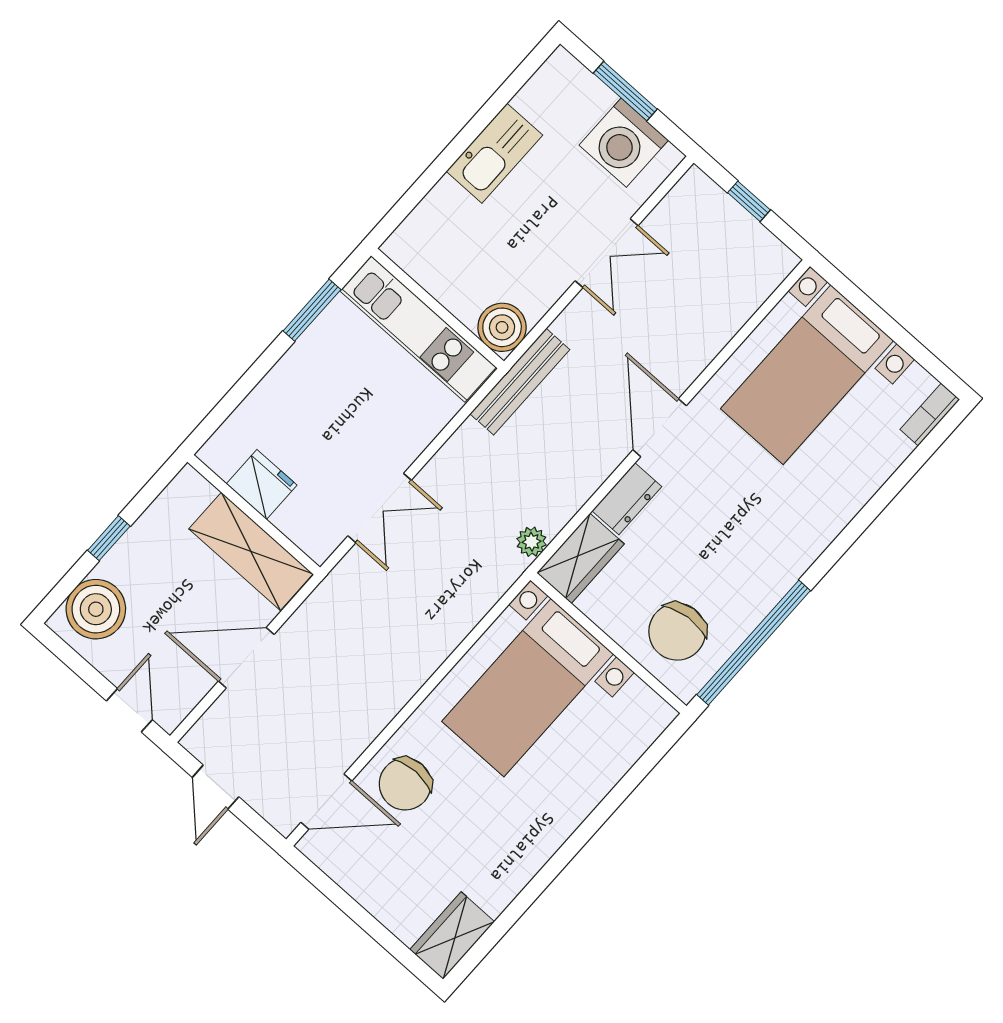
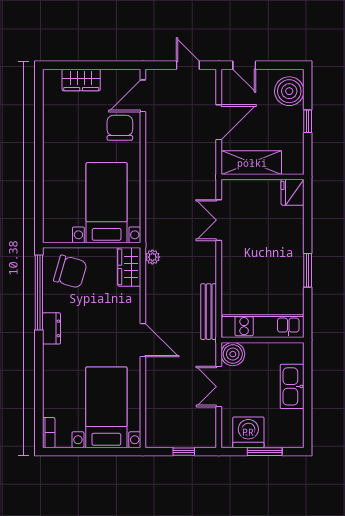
wall: (438, 308) -> (262, 340), moved
boiler: (502, 327) -> (233, 354), moved
kitchen unit: (418, 329) -> (263, 326), moved
fridge: (262, 484) -> (292, 192), moved, turned 90
dresser: (627, 499) -> (52, 328), moved, turned 180
chair: (677, 632) -> (70, 272), turned 111
wardrobe: (452, 936) -> (81, 80), moved, turned 90

